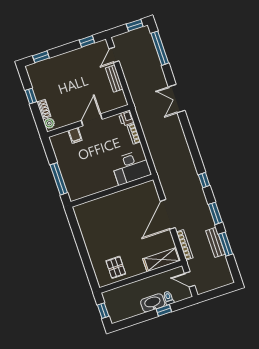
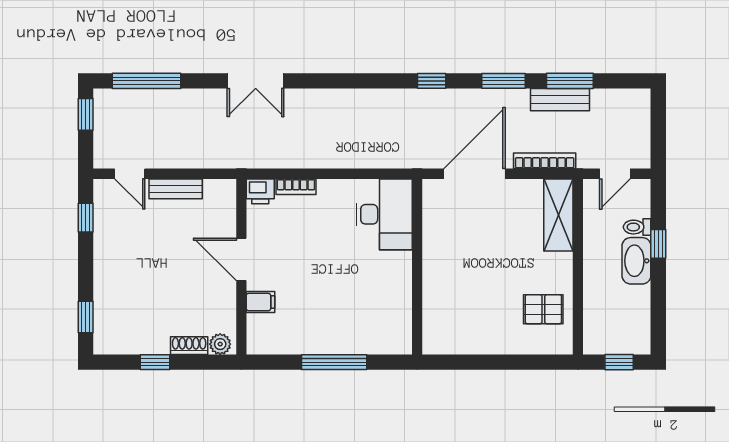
desk: (131, 167) -> (384, 214), moved
wall: (112, 191) -> (417, 267), moved
door: (168, 214) -> (475, 174), swing flipped

